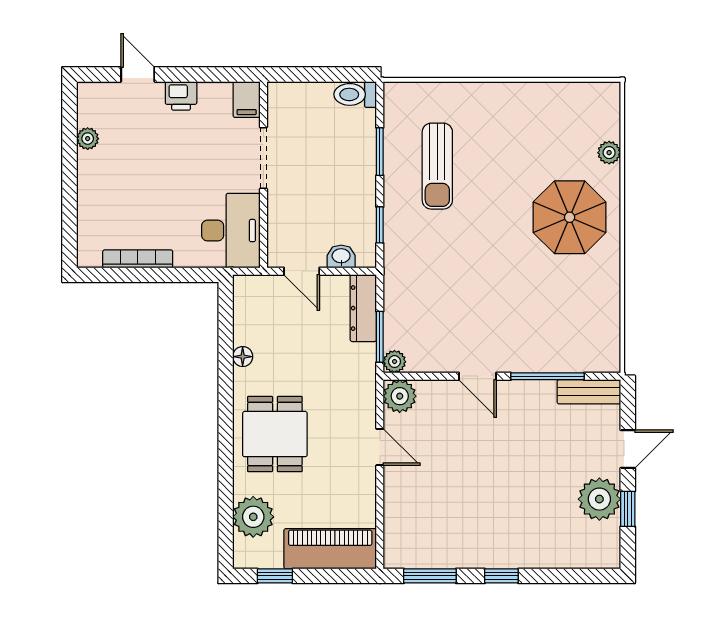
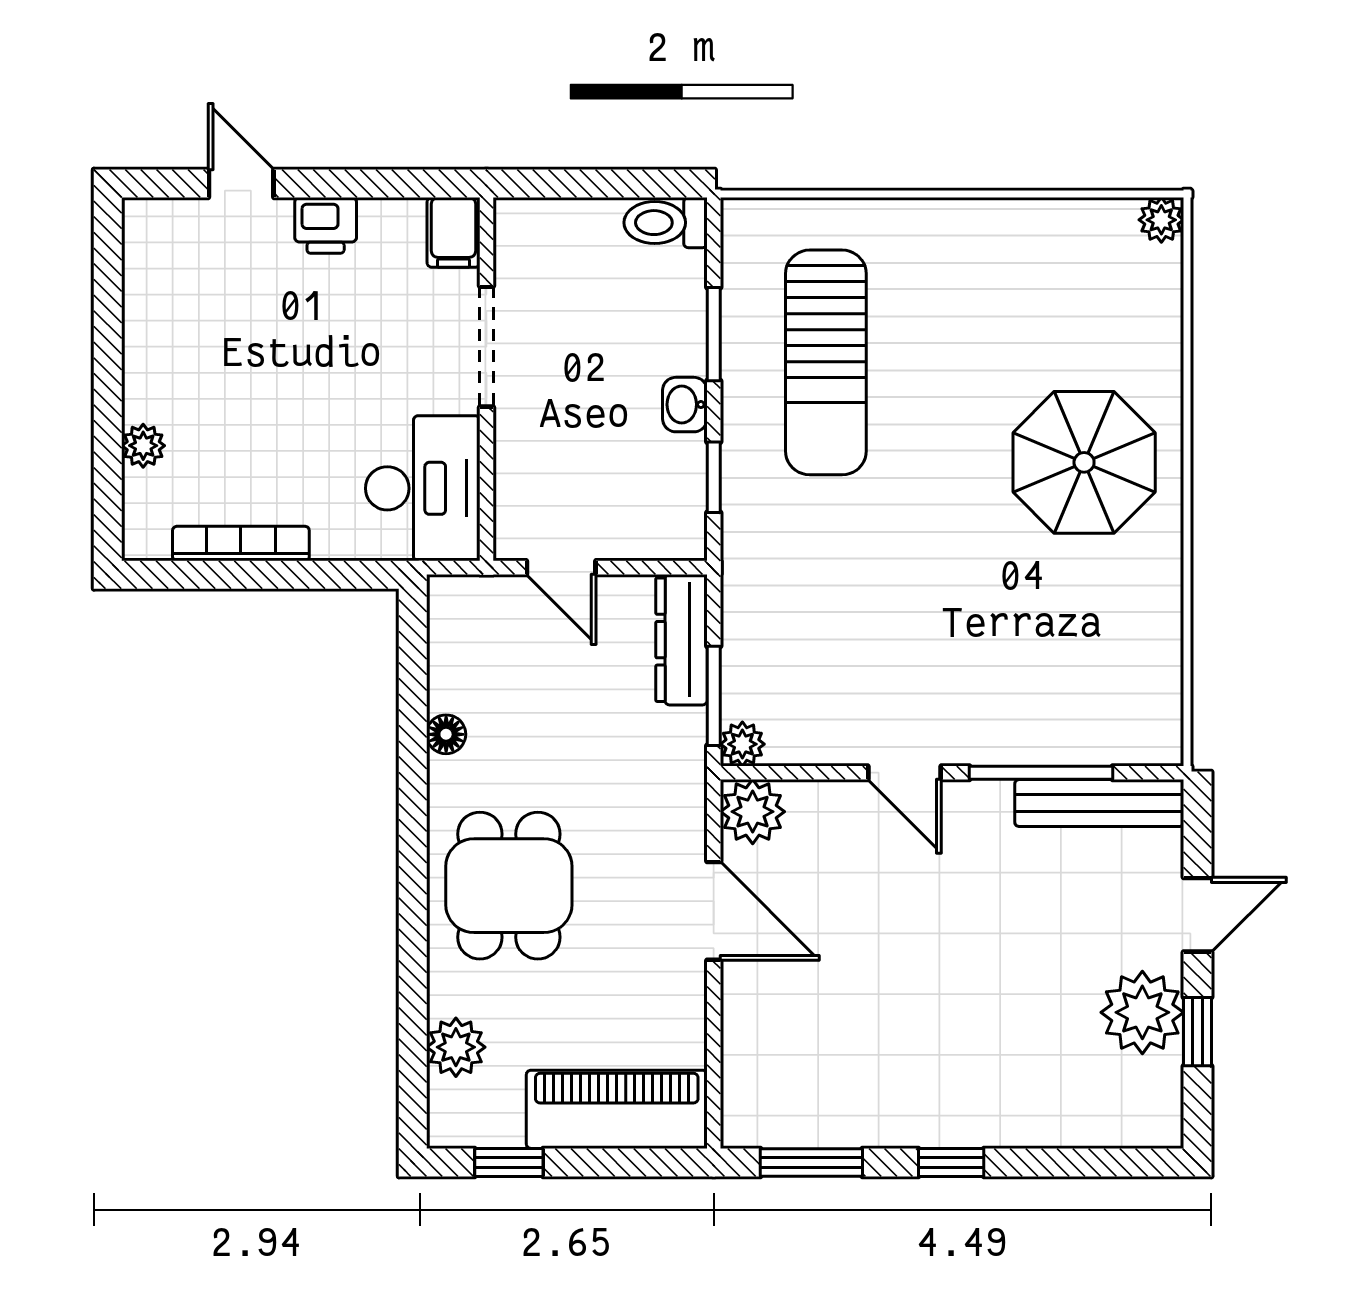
plant: (88, 139) -> (143, 446), moved
plant: (609, 153) -> (1161, 220), moved
sun lounger: (437, 166) -> (826, 362), width x1.36, depth x1.34
washbasin: (341, 256) -> (685, 405), moved, turned -90
bench: (589, 392) -> (1099, 803), width x1.36
door: (380, 447) -> (714, 911), width x1.38
plant: (253, 517) -> (456, 1047), width x0.73, depth x0.73

